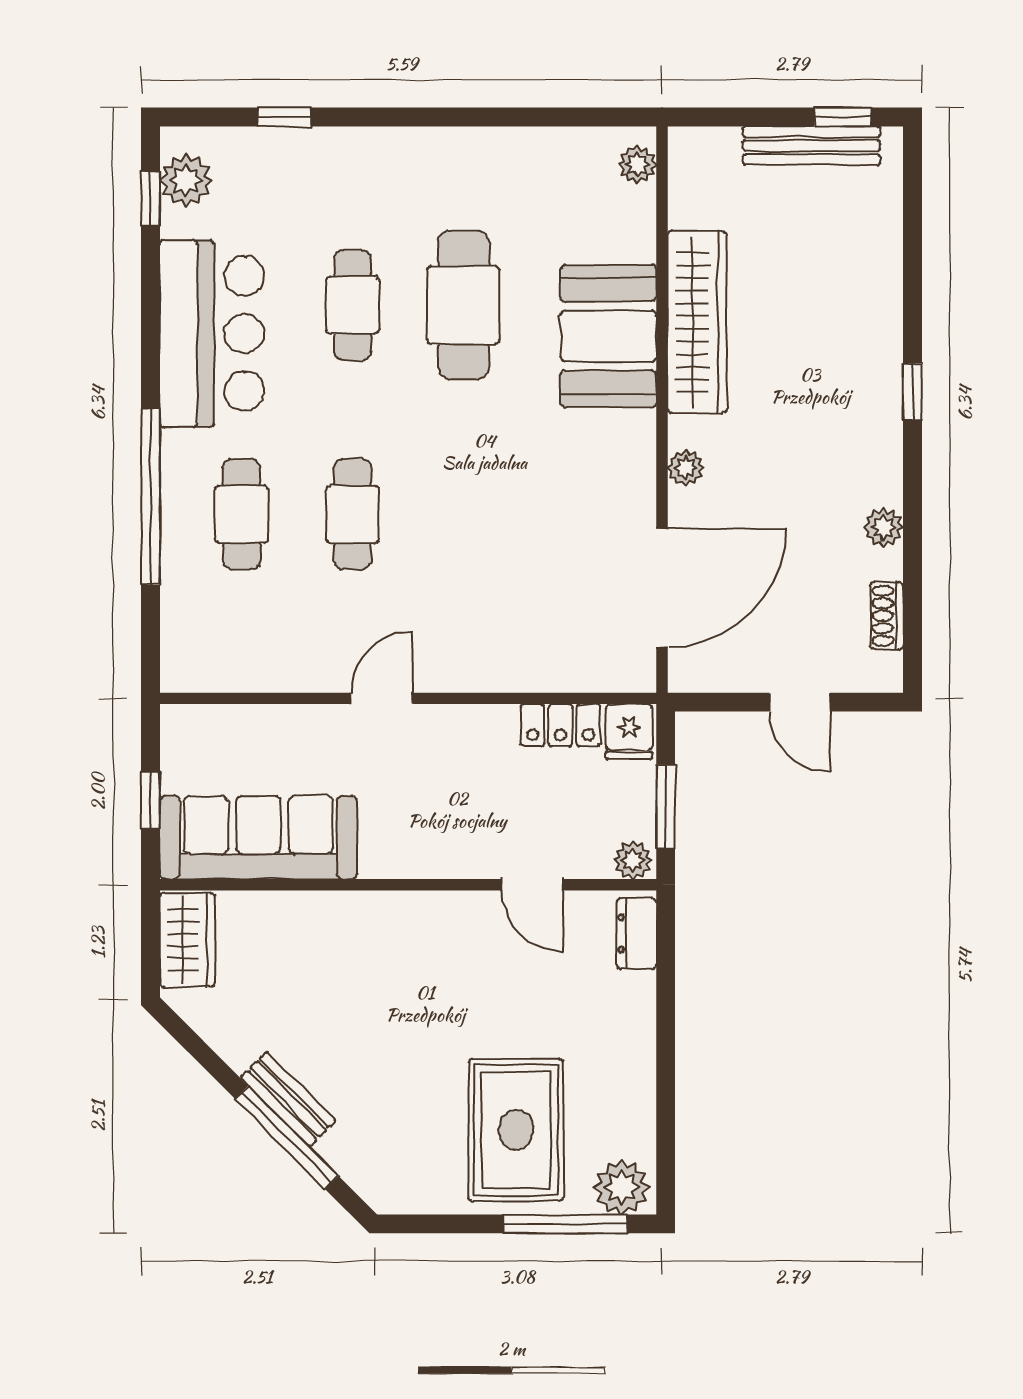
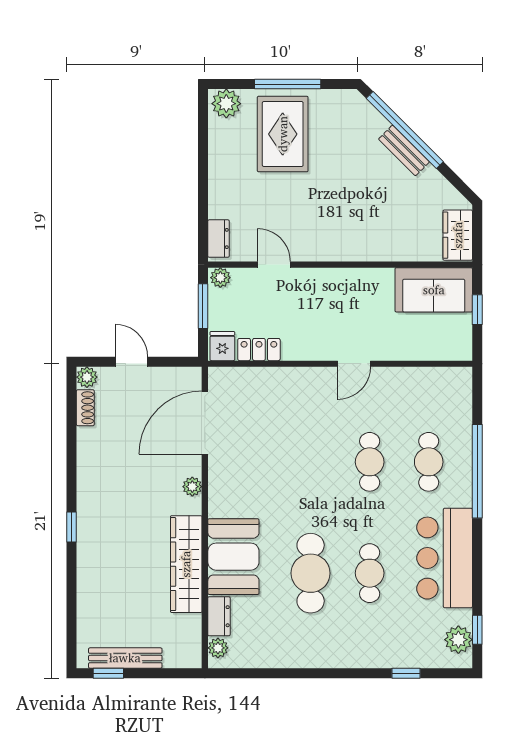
dresser: (636, 224) -> (219, 616), added
plant: (884, 528) -> (87, 377), moved
sofa: (258, 837) -> (434, 290), width x0.73
window: (287, 1137) -> (405, 130), width x1.46
window: (565, 1224) -> (288, 84), moved

